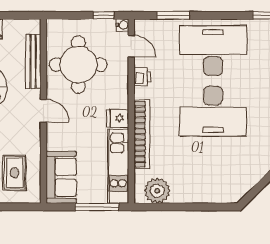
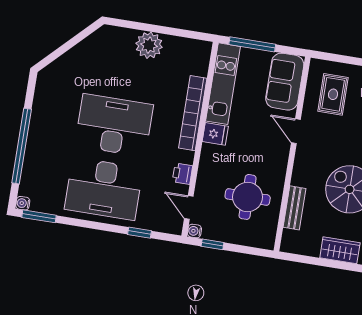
window: (173, 15) -> (140, 233), width x0.67
bench: (33, 62) -> (294, 208), width x0.73
round table: (78, 65) -> (248, 197), width x0.73, depth x0.73
door: (43, 111) -> (296, 131), moved
plant: (157, 191) -> (149, 45), moved

